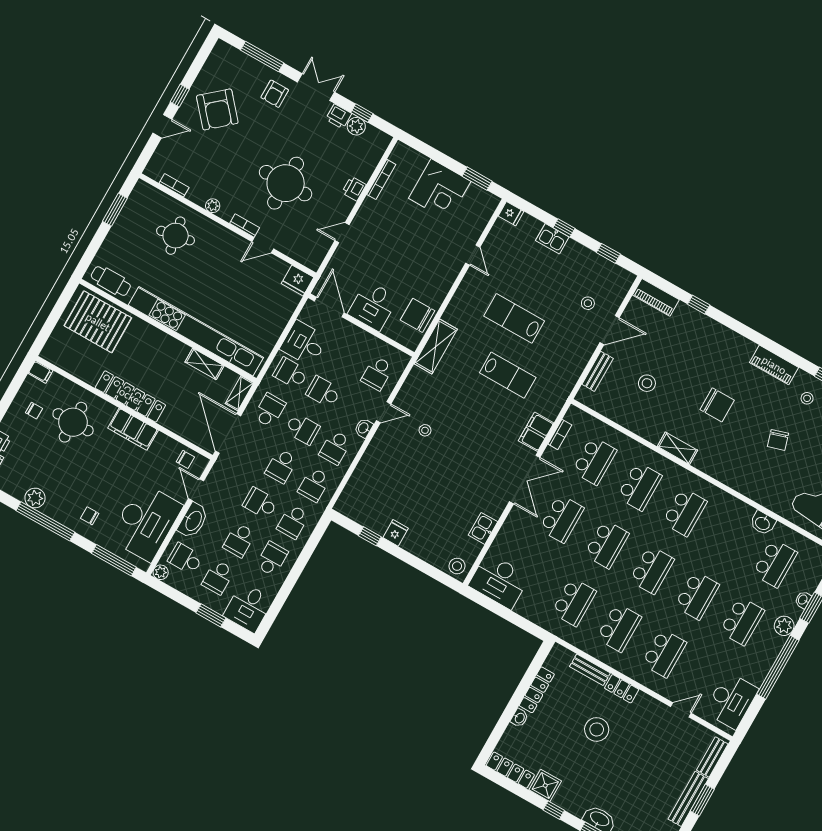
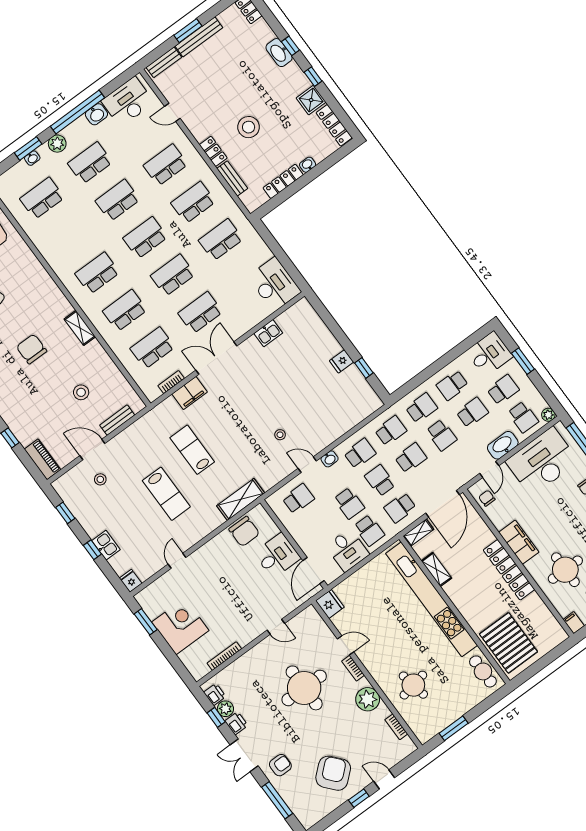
printer: (354, 189) -> (215, 694), moved, turned -90
plant: (213, 206) -> (368, 699), width x1.88, depth x1.88
washbasin: (763, 523) -> (96, 114), moved, turned 90
stool: (457, 566) -> (303, 312), removed

